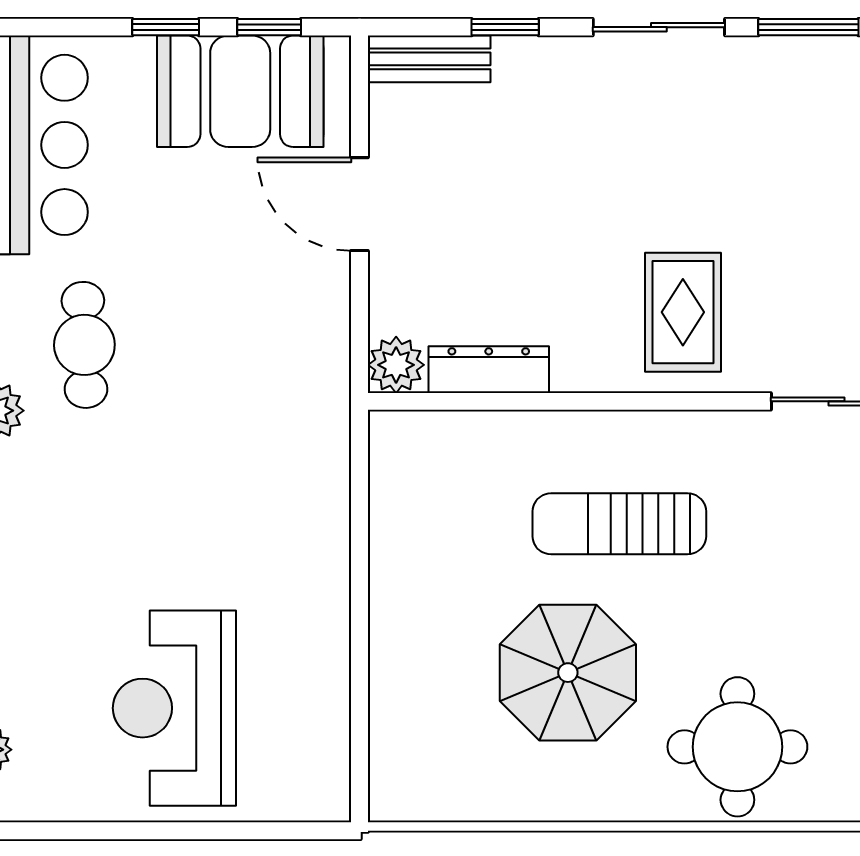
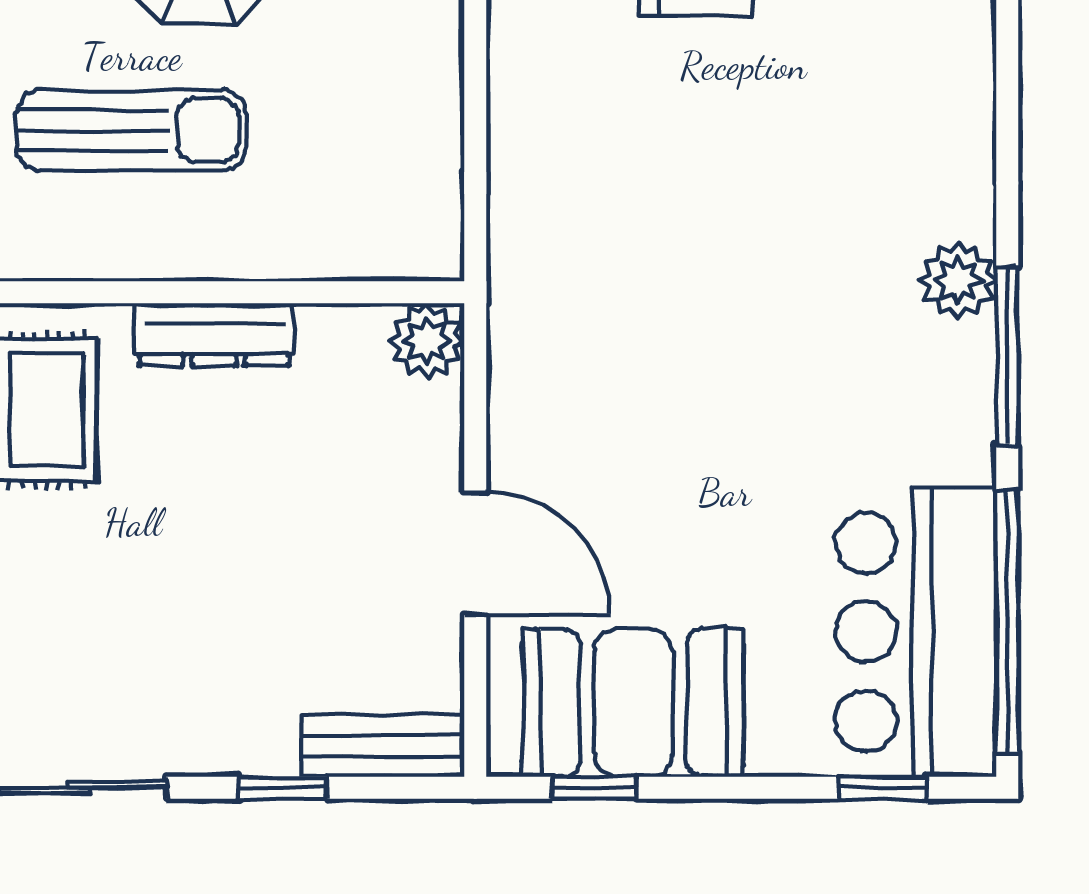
window: (166, 27) -> (883, 788), moved
cafe table: (84, 345) -> (839, 367), removed
dresser: (489, 370) -> (214, 334), moved

